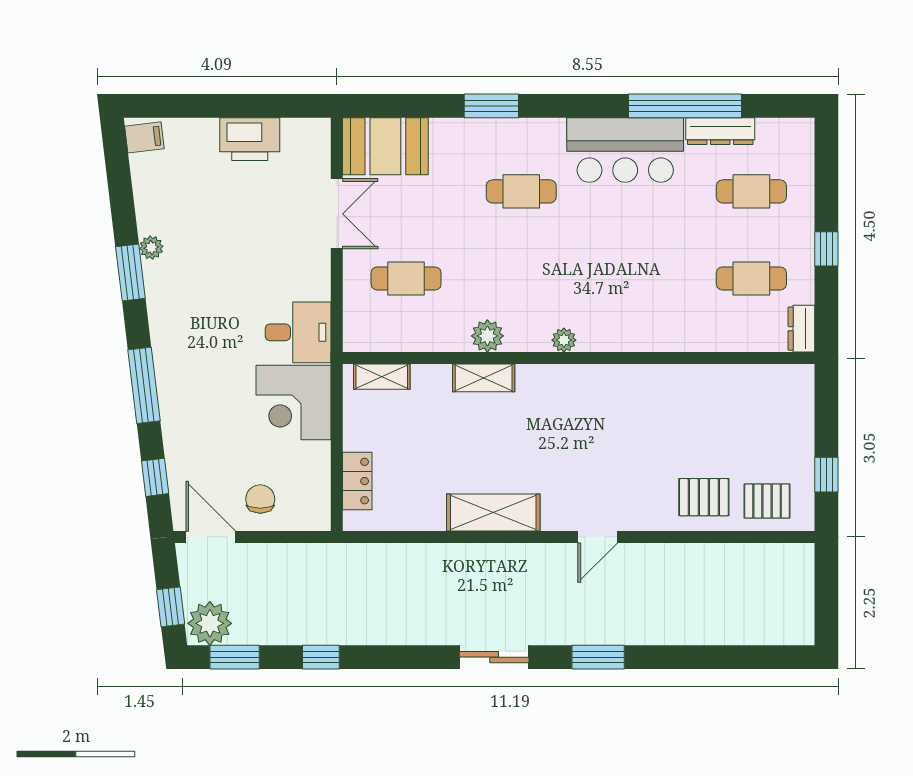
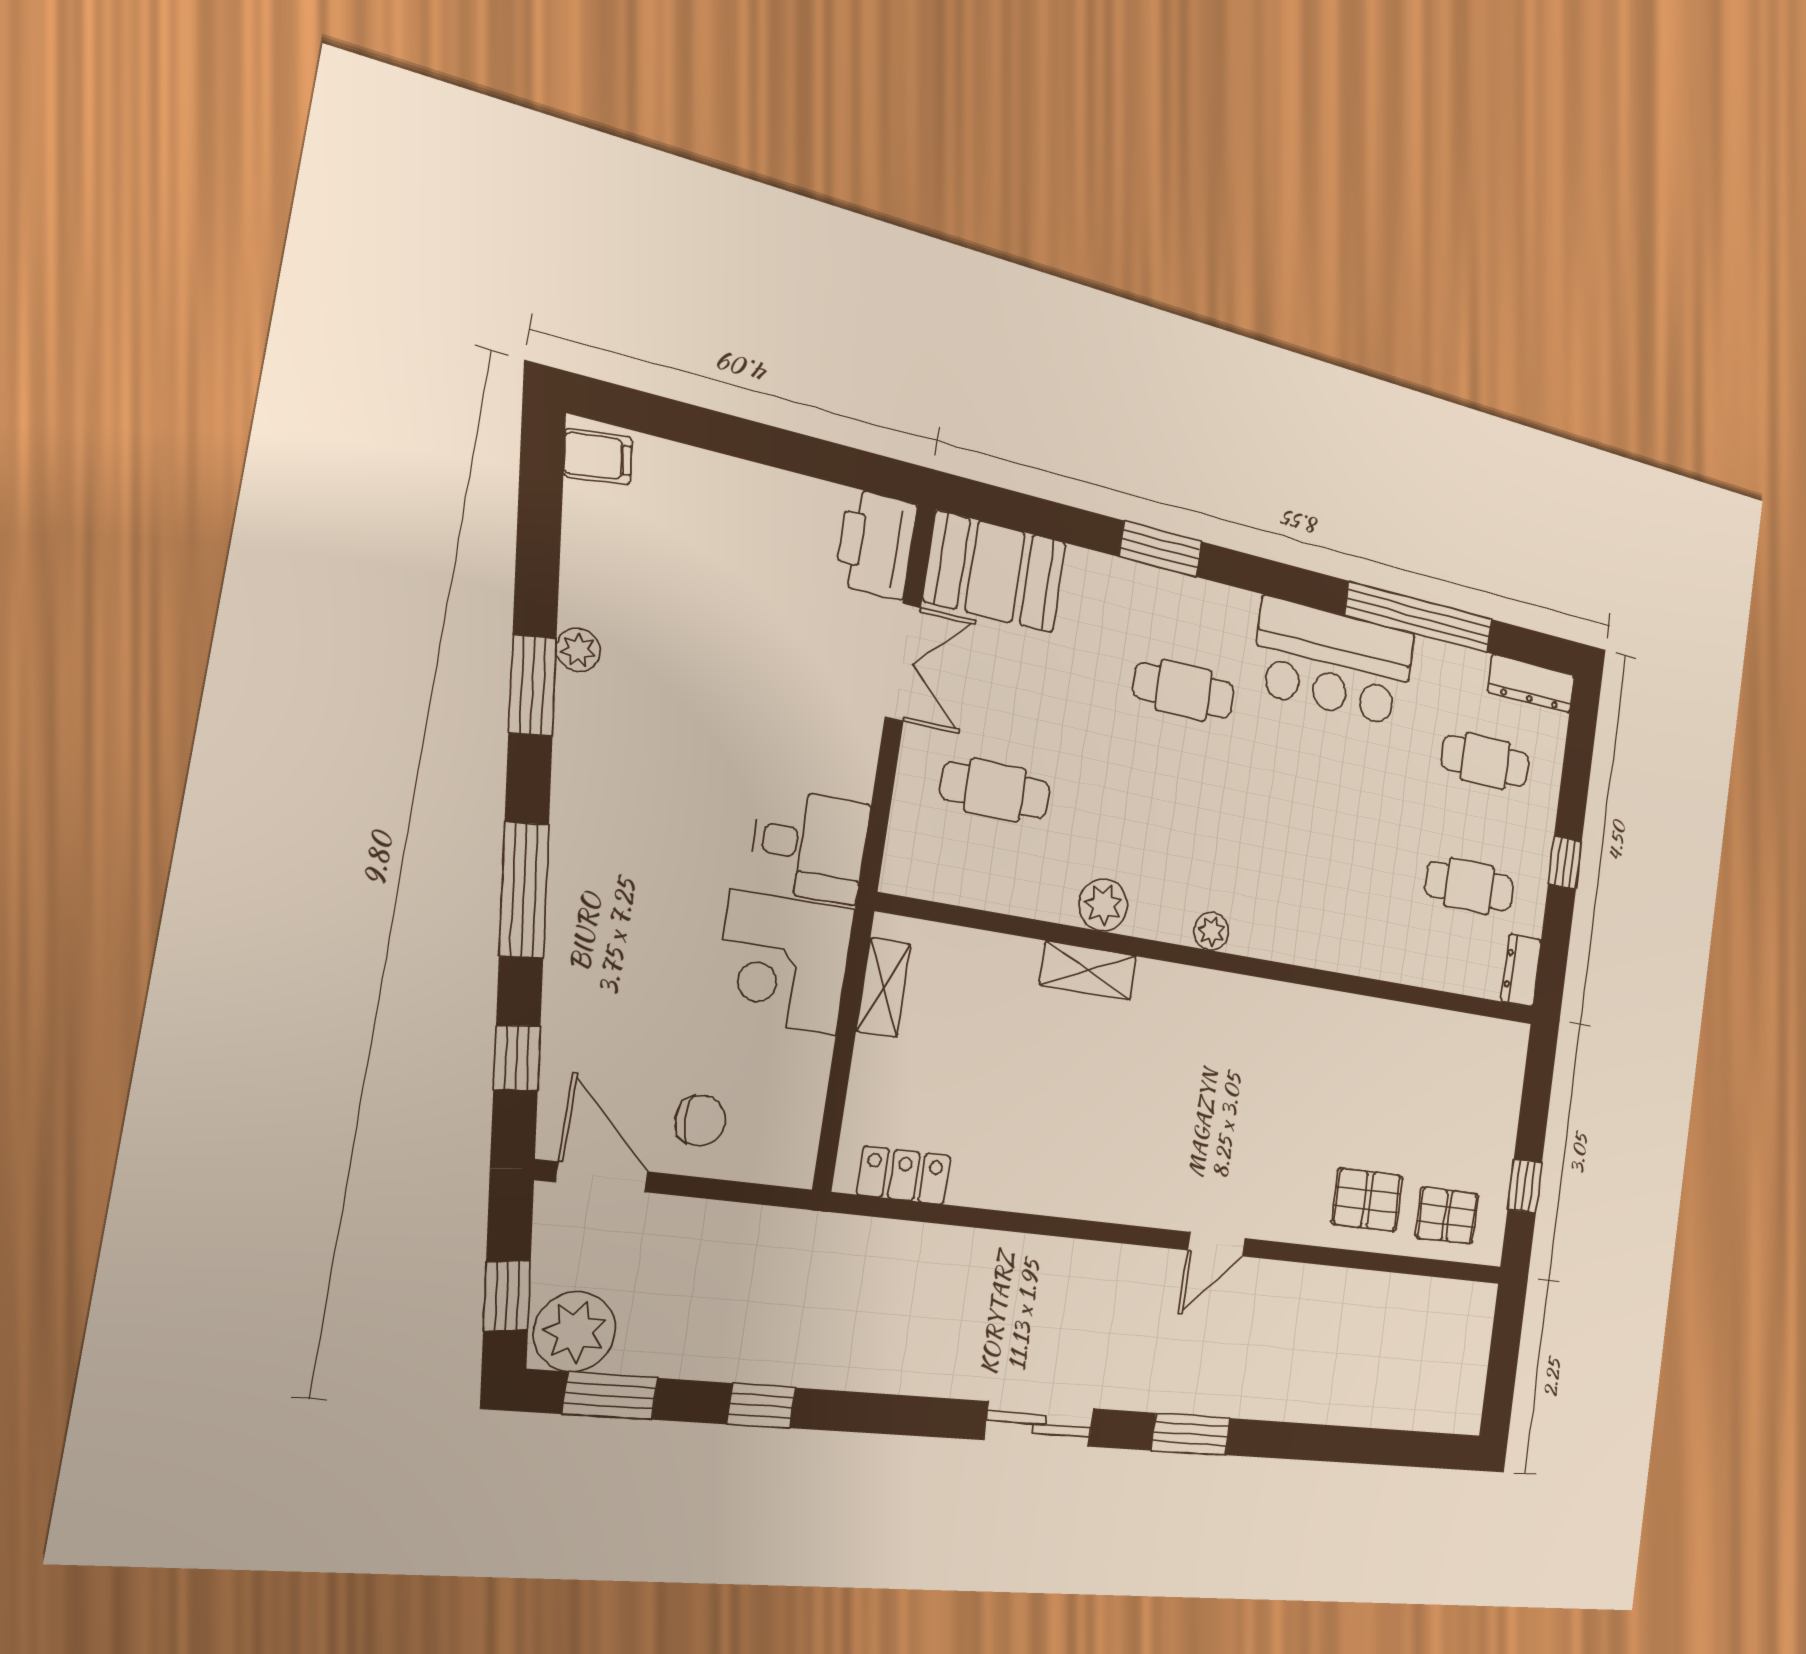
dresser: (720, 131) -> (1531, 684), moved
printer: (250, 139) -> (876, 544), moved, turned 90
shelving: (382, 377) -> (884, 988), moved, turned 90
locker: (357, 481) -> (904, 1175), moved, turned -90
chair: (260, 499) -> (700, 1120), turned 90
shelving: (493, 512) -> (1071, 1188), removed

